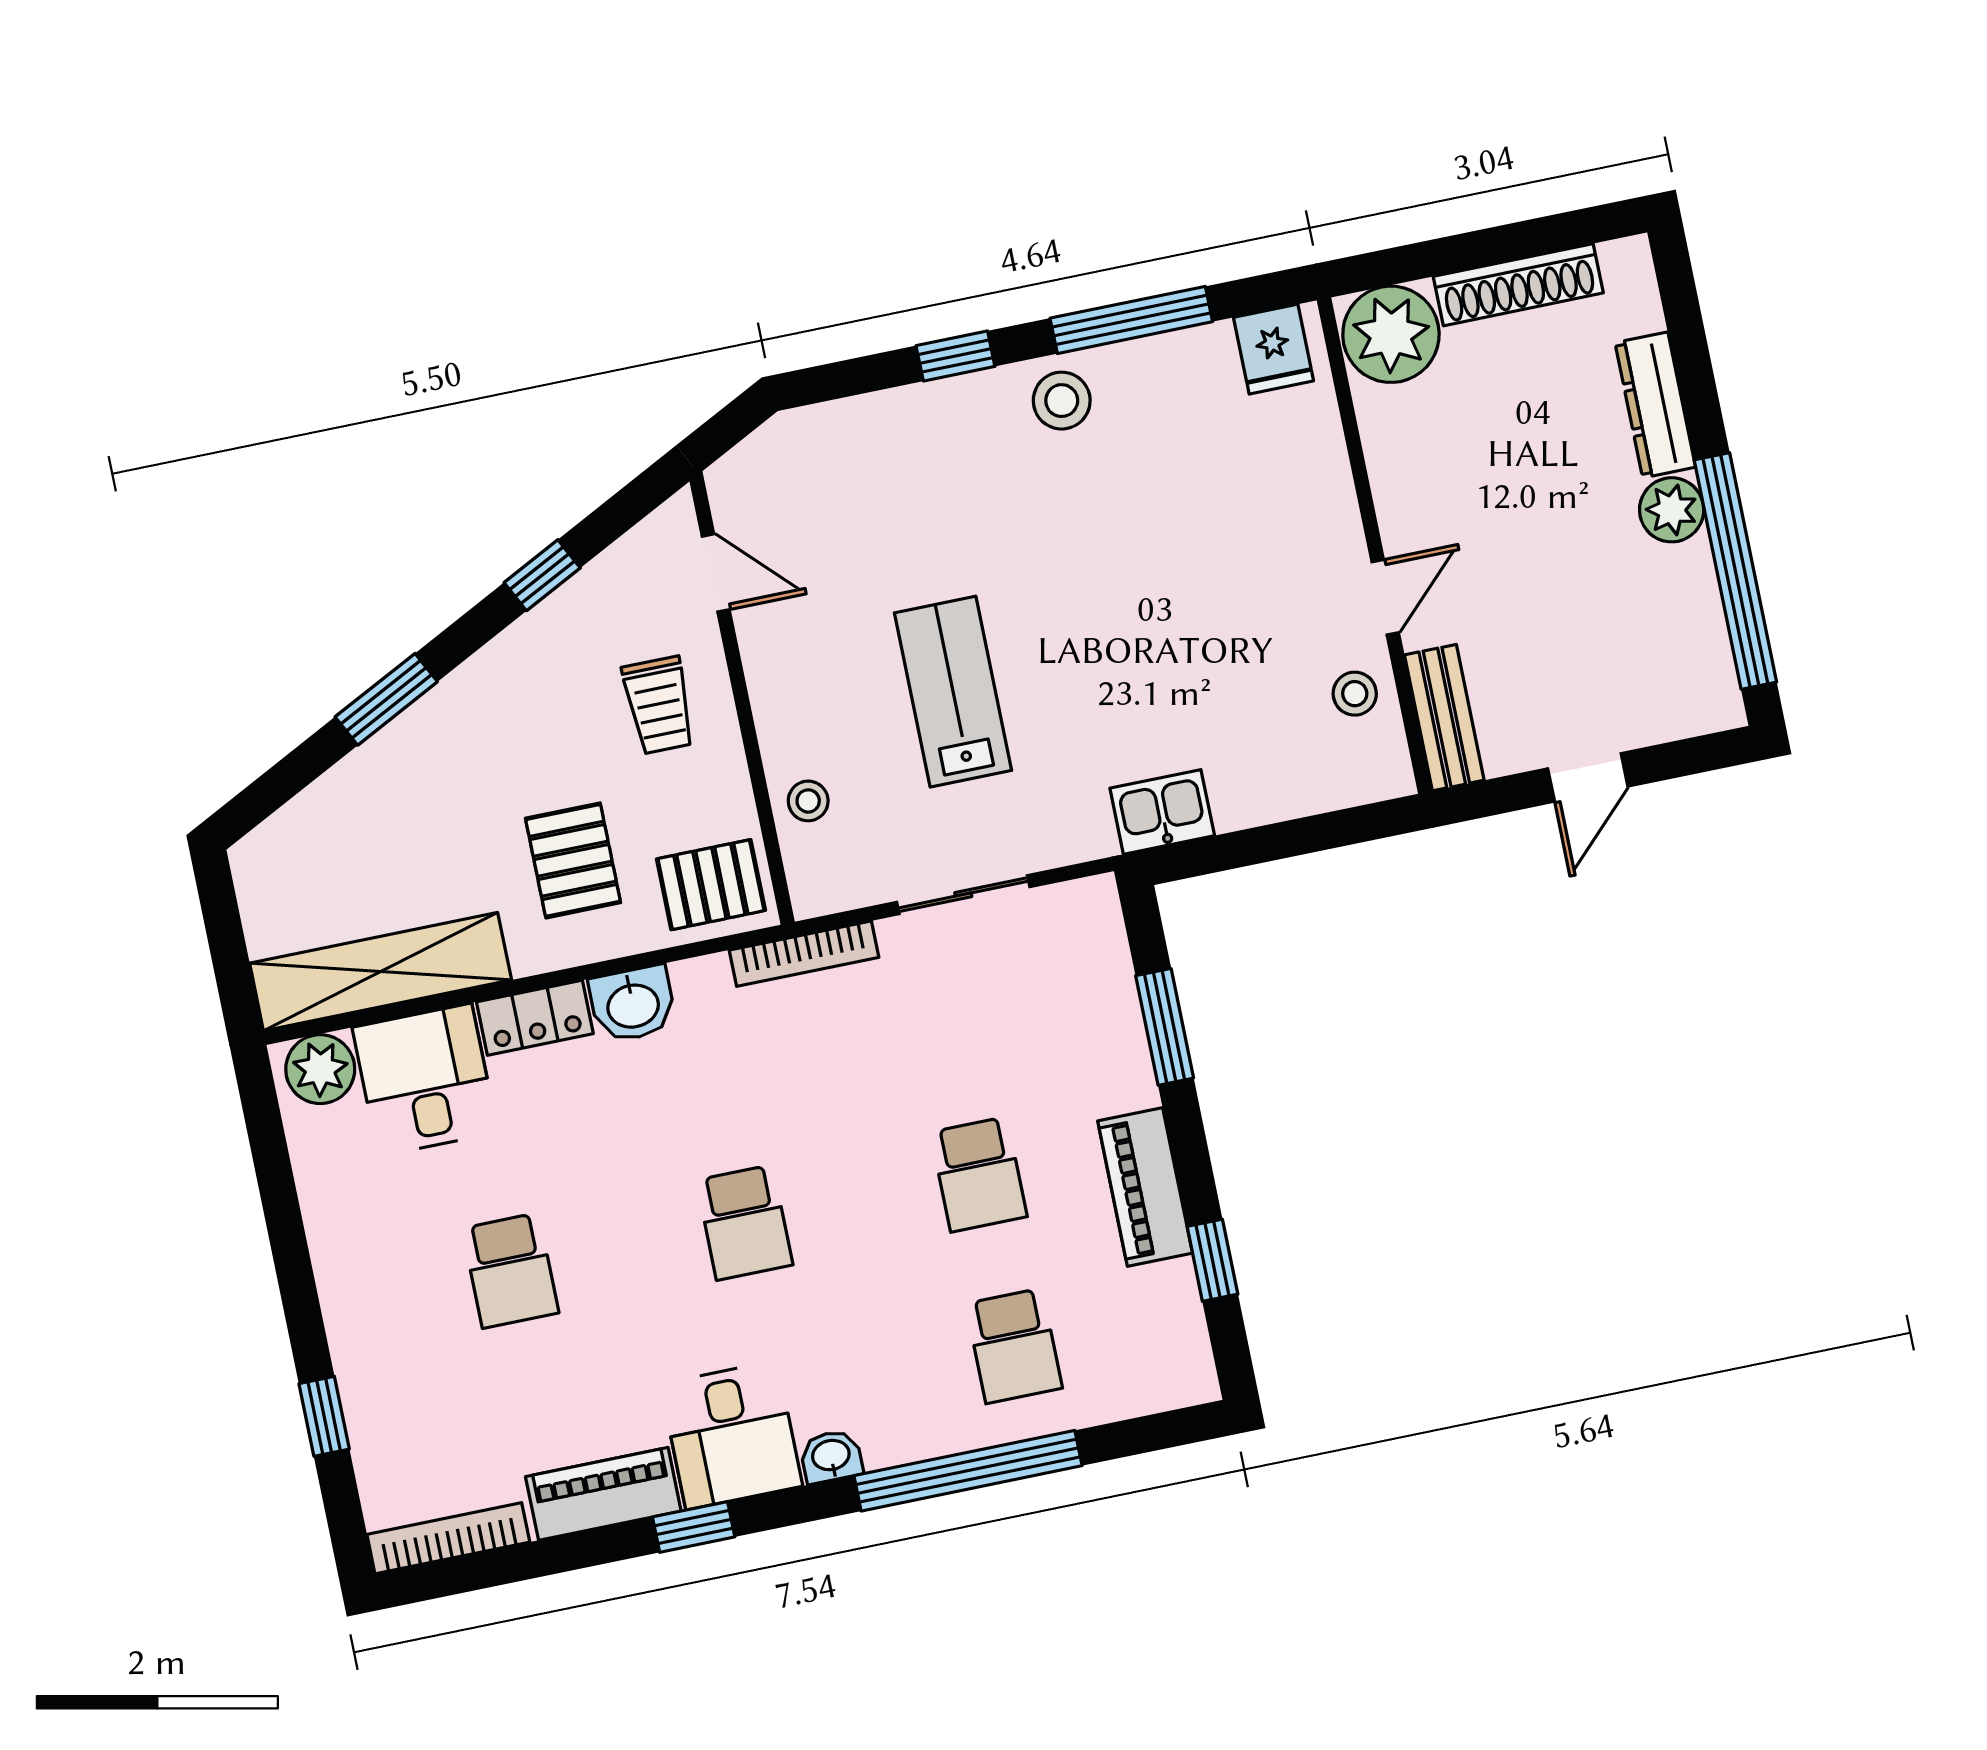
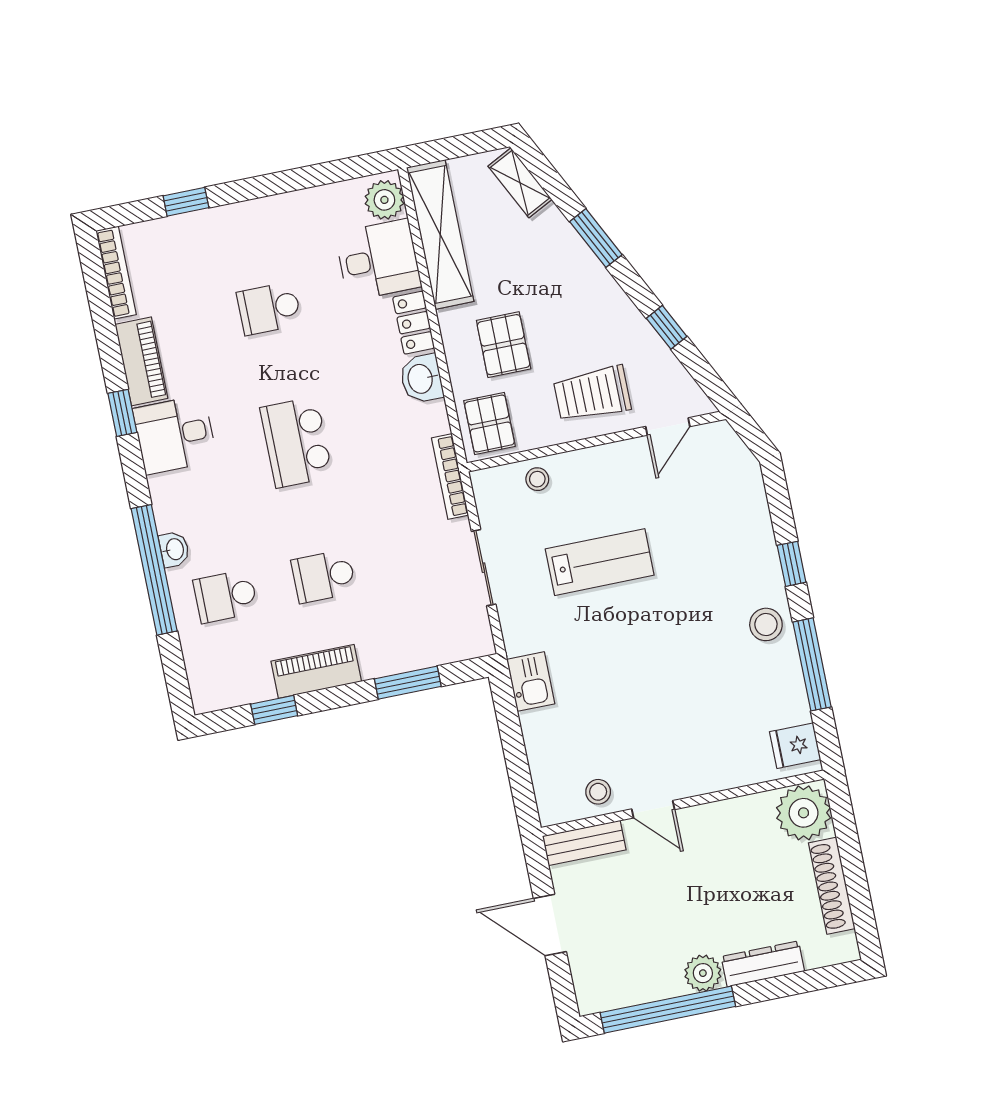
trolley: (659, 705) -> (592, 394), width x1.36, depth x1.39
door: (1588, 777) -> (550, 925), width x1.38
shelving: (290, 832) -> (520, 183), added
pallet: (573, 860) -> (504, 345), turned 90
school desk: (745, 1222) -> (296, 442), width x1.85
washbasin: (831, 1456) -> (174, 549), moved

